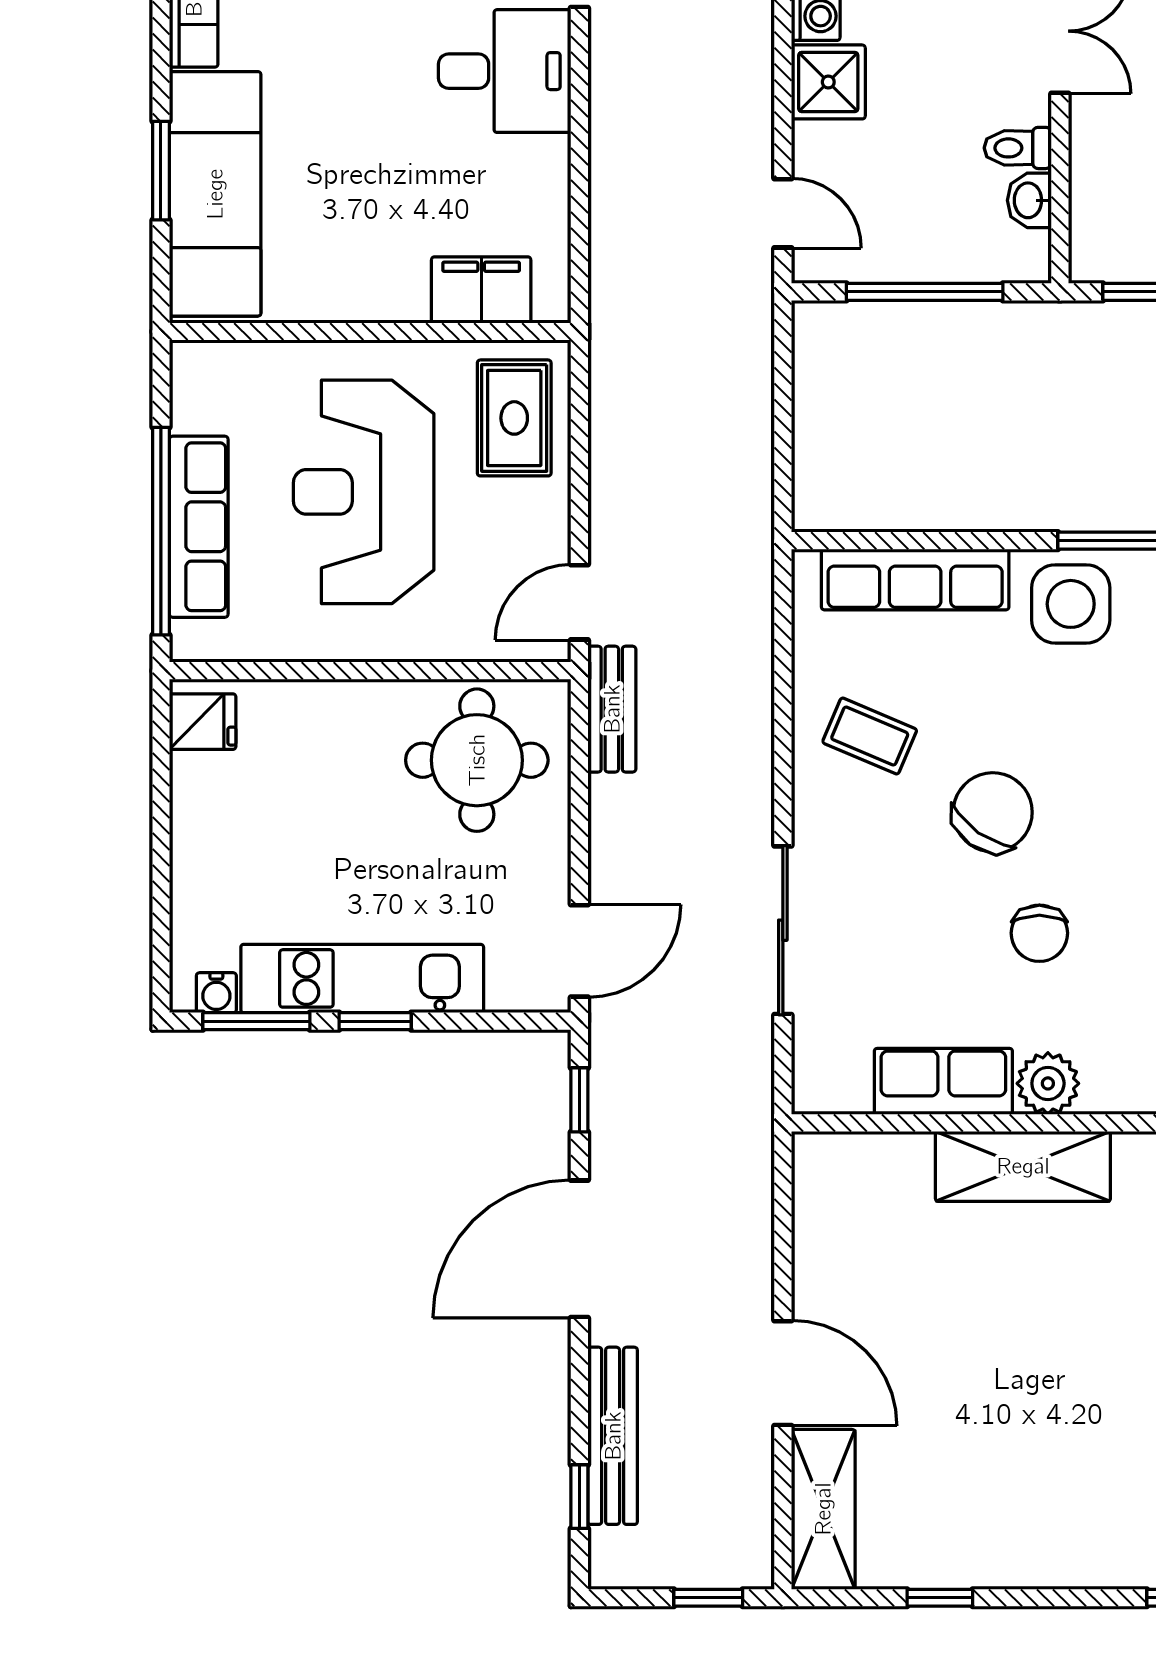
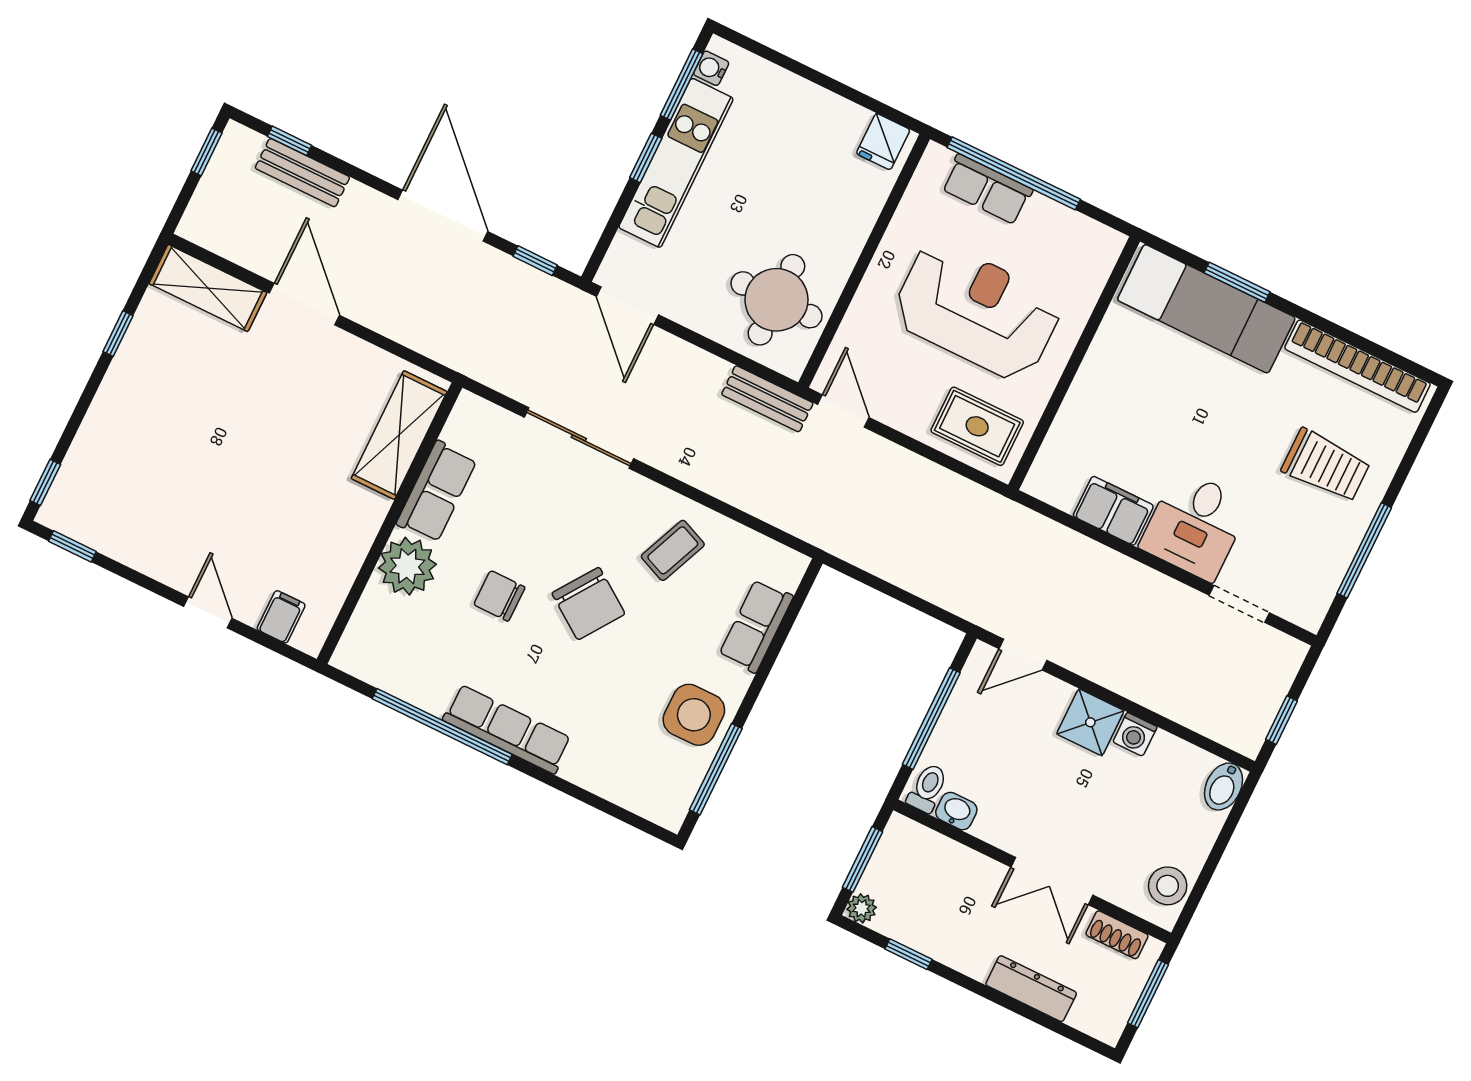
toilet: (1018, 148) -> (927, 788), moved
filing cabinet: (481, 290) -> (1113, 511), moved, turned -90
row of seats: (199, 527) -> (987, 189), width x0.68
row of seats: (915, 579) -> (756, 626), width x0.68
plant: (1048, 1083) -> (407, 566), width x1.36, depth x1.36
shelving: (1023, 1166) -> (399, 435), moved
door: (783, 1373) -> (304, 304), swing flipped
bench: (613, 1436) -> (302, 173), width x0.73
window: (708, 1598) -> (207, 152), moved

